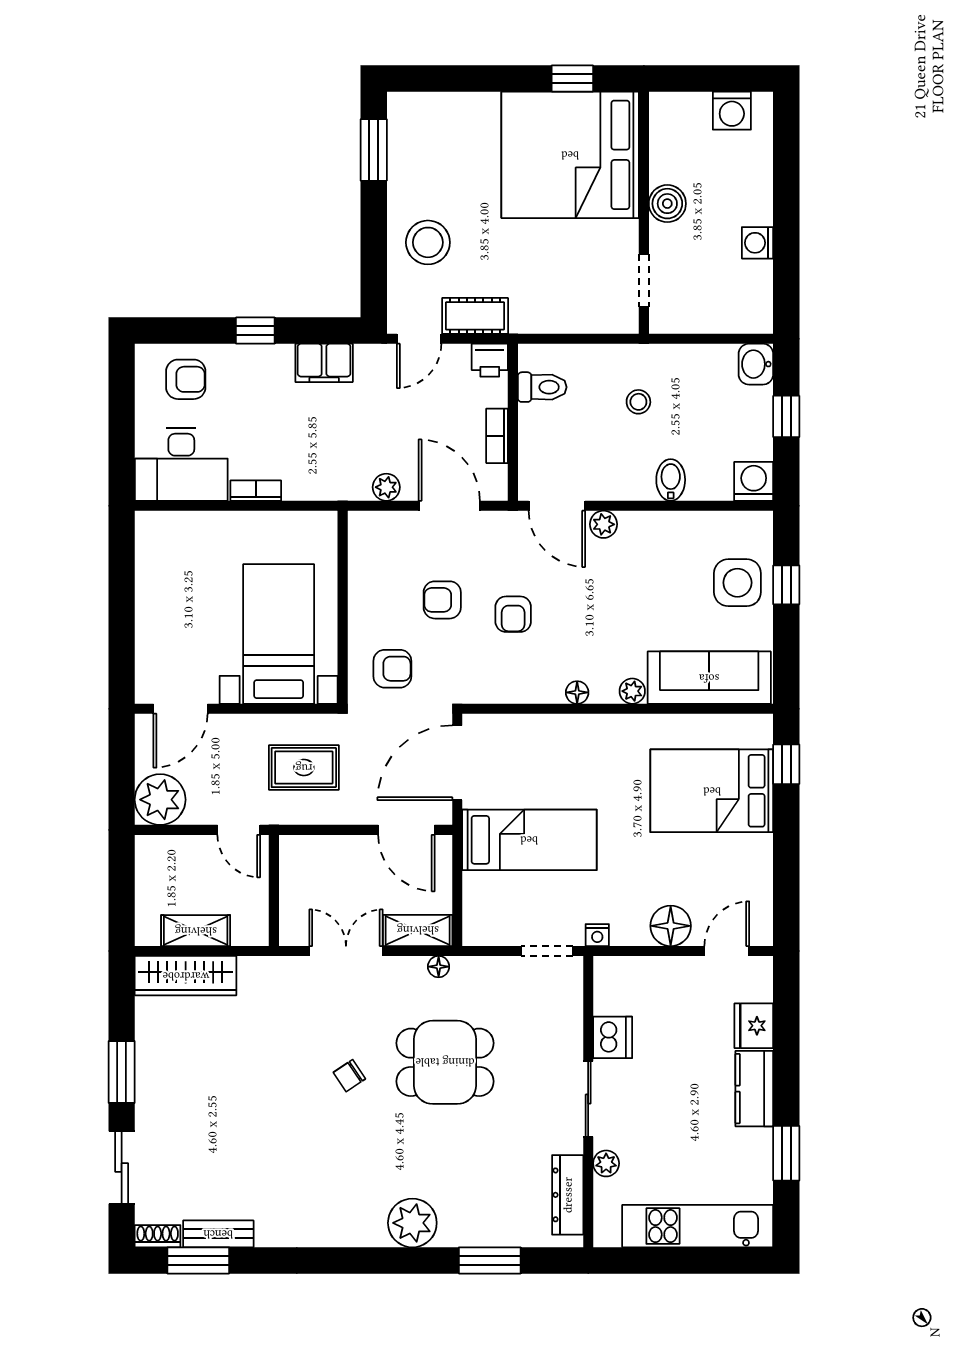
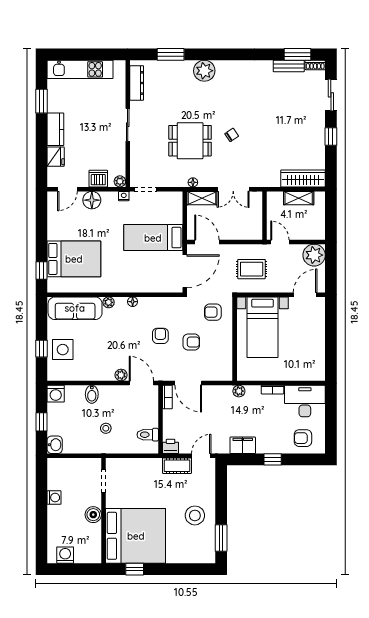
stool: (428, 242) -> (195, 515), moved
bookcase: (497, 436) -> (167, 397), moved
plant: (386, 487) -> (239, 391), moved
dishwasher: (613, 1037) -> (98, 179), moved, turned 90
window: (122, 1072) -> (331, 136), width x0.67
plant: (606, 1163) -> (120, 181), moved

